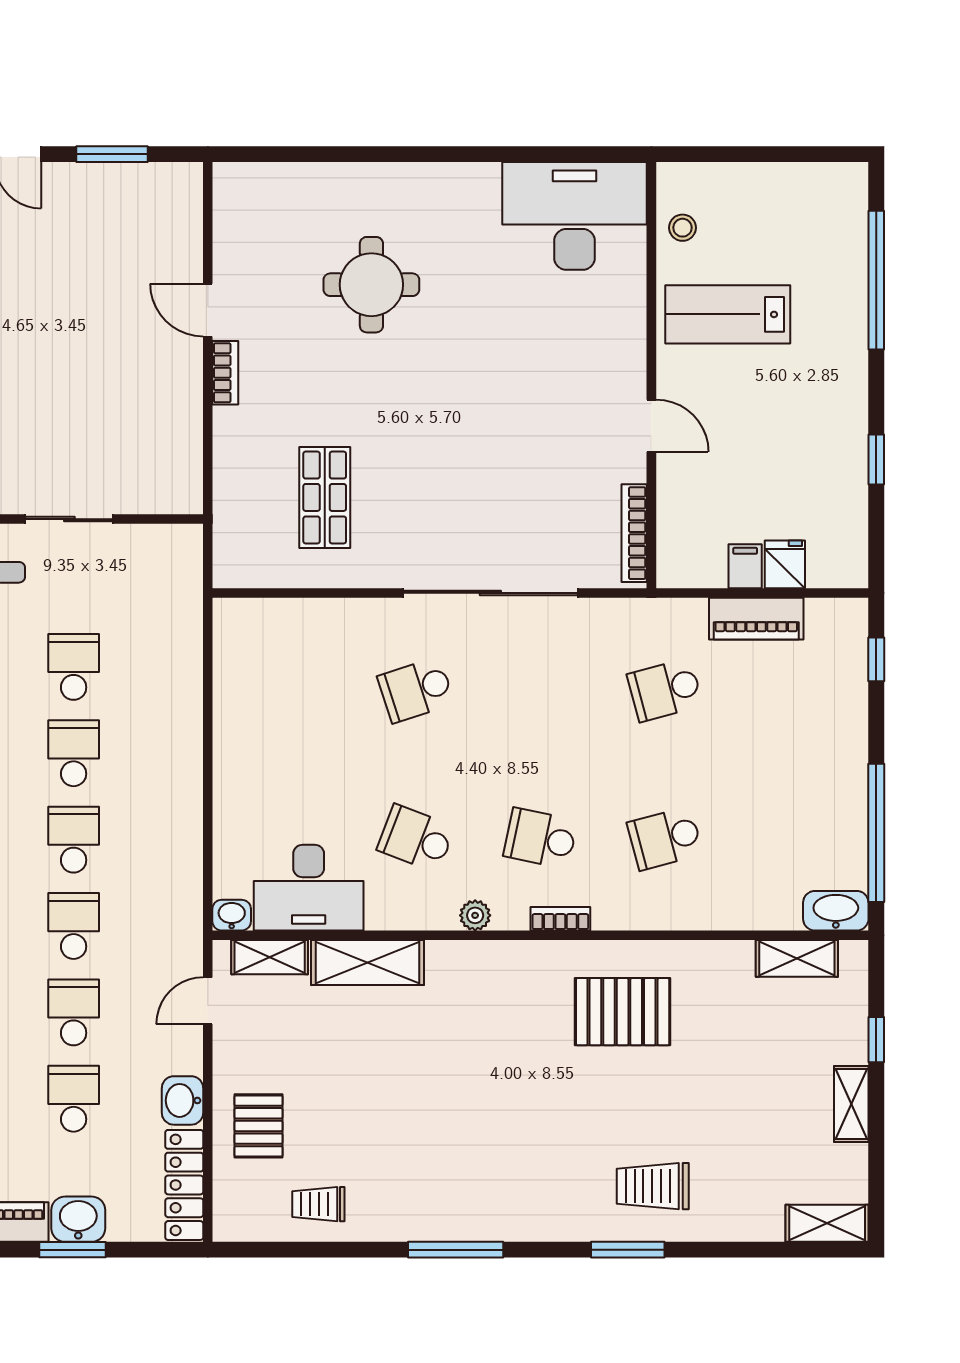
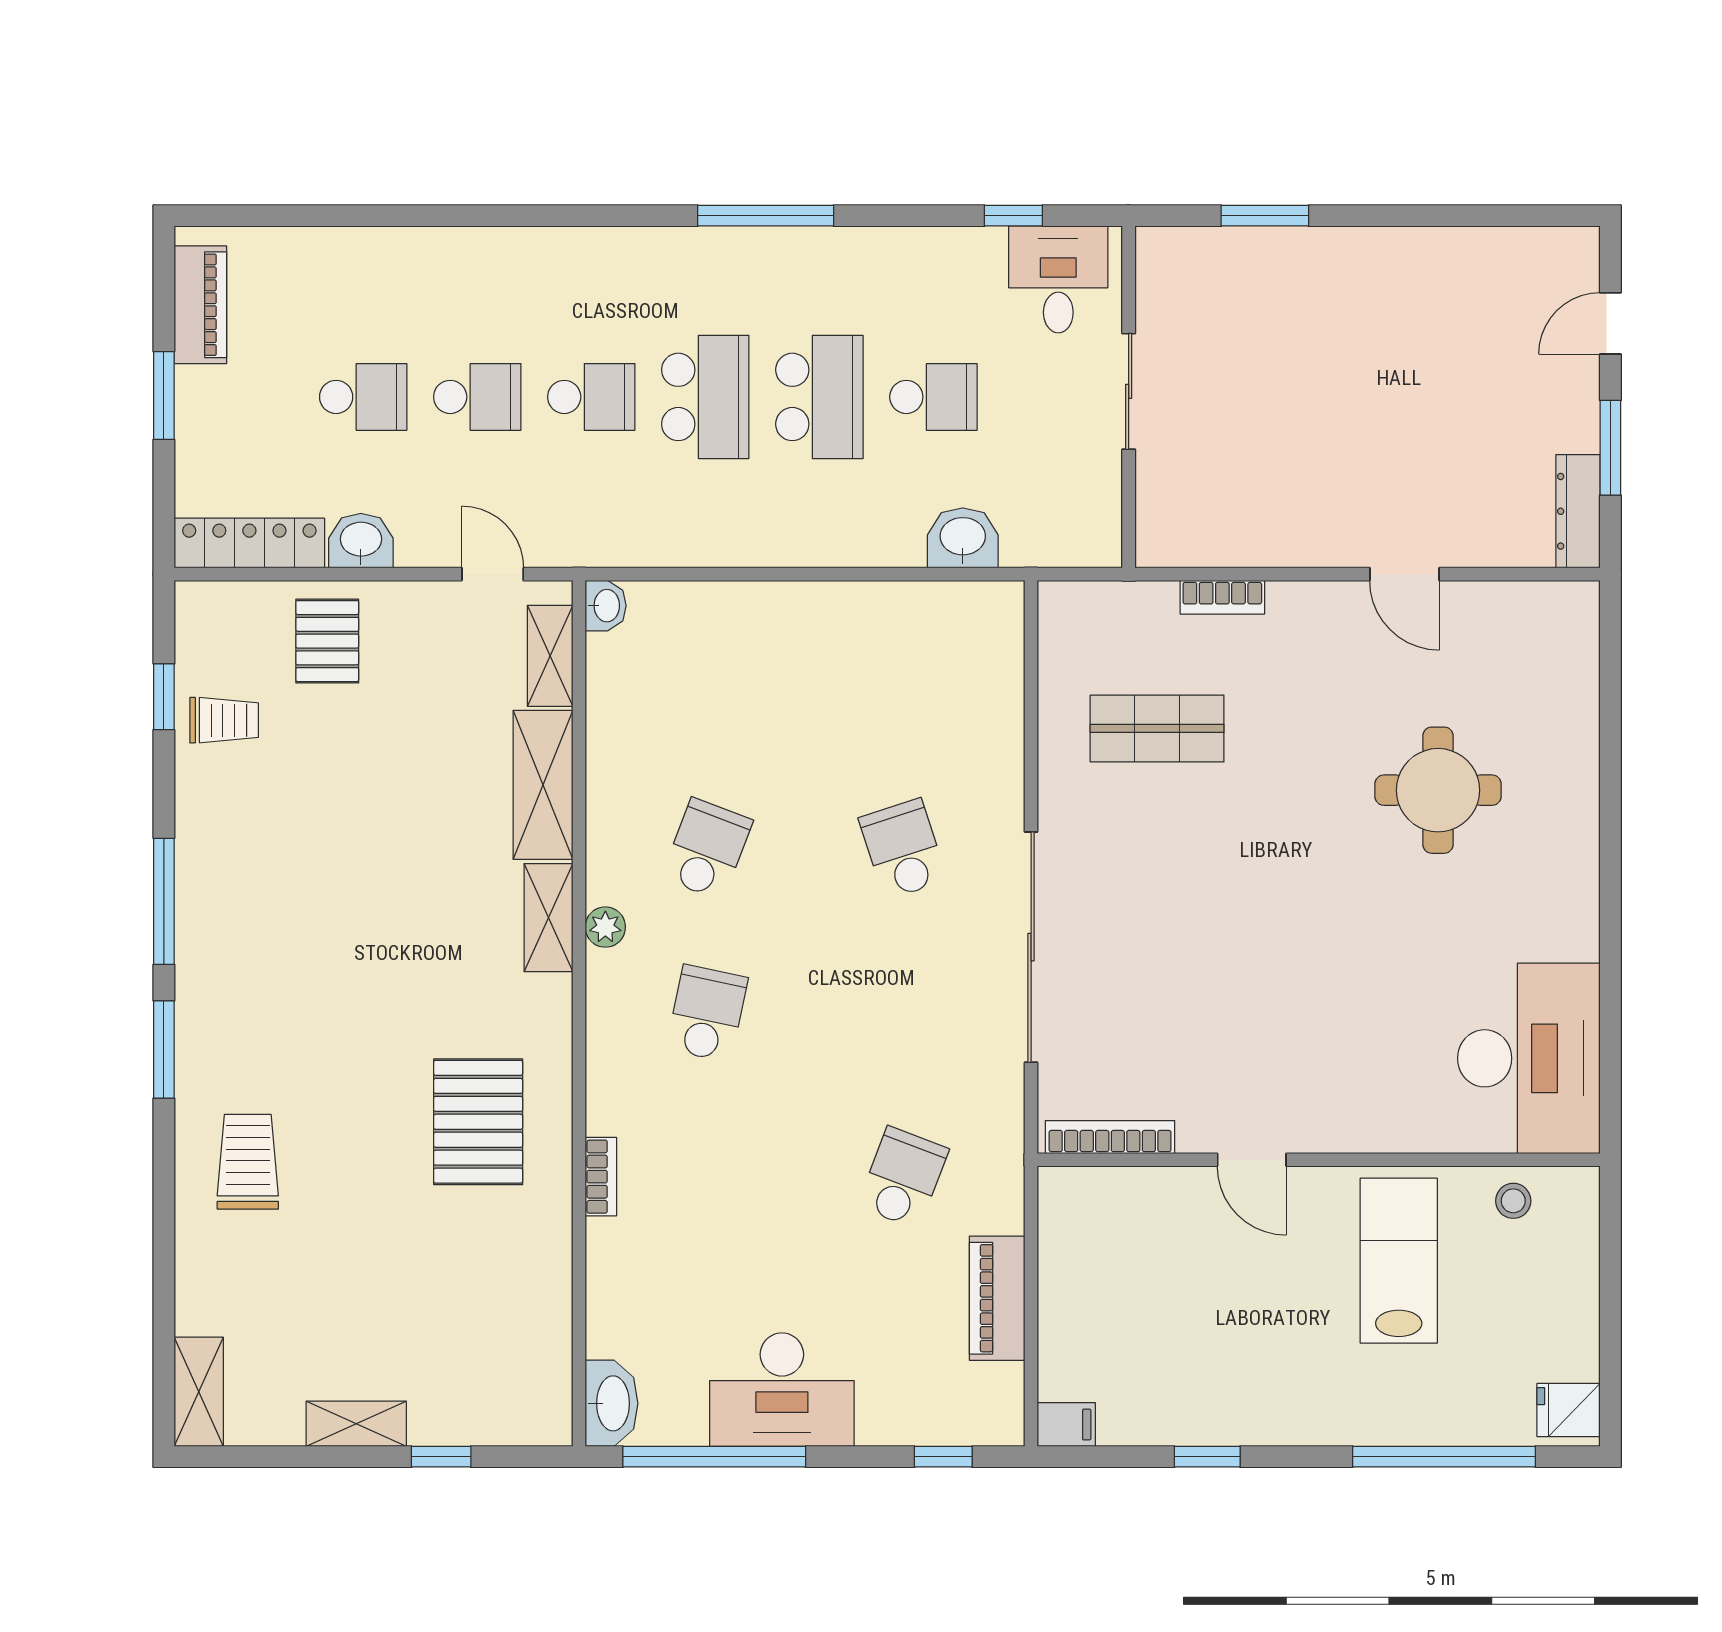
dresser: (160, 179) -> (1578, 511), added
door: (208, 310) -> (1404, 574), swing flipped
bookcase: (225, 373) -> (1222, 597), moved
door: (651, 426) -> (1252, 1160), hinge flipped
fridge: (785, 564) -> (1569, 1410), moved, turned 180
filing cabinet: (745, 566) -> (1066, 1425), moved
school desk: (665, 690) -> (903, 1178), turned 36
school desk: (74, 753) -> (819, 397), width x1.85
school desk: (665, 838) -> (707, 1178), removed
school desk: (74, 840) -> (705, 397), width x1.85
desk: (309, 888) -> (782, 1390), moved, turned -90
bookcase: (560, 919) -> (601, 1177), moved
shelving: (797, 958) -> (548, 918), moved
pallet: (258, 1126) -> (327, 641), turned 90
trolley: (318, 1204) -> (224, 720), turned 90
washbasin: (78, 1219) -> (963, 538), moved, turned -90
window: (301, 1250) -> (164, 697), added
window: (628, 1250) -> (164, 1049), moved

